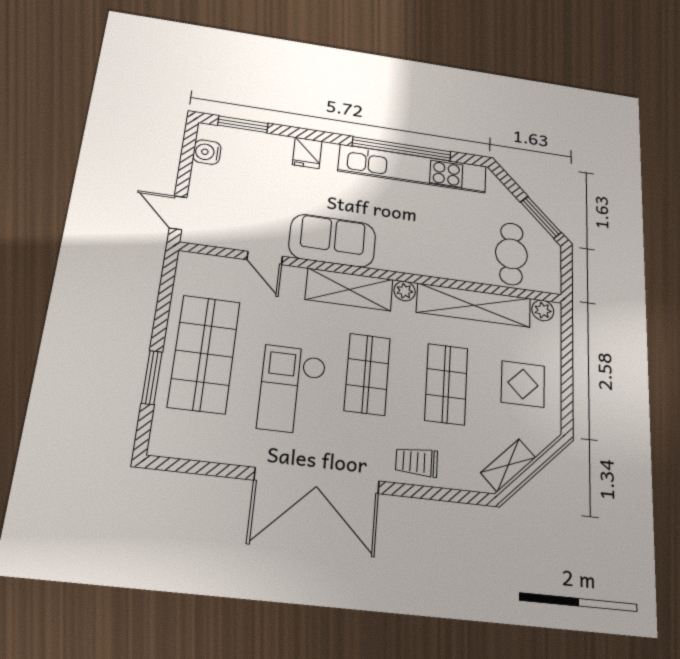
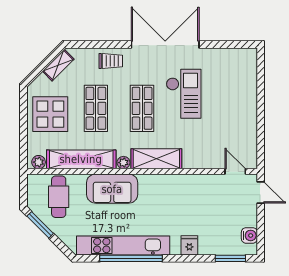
sofa: (332, 241) -> (112, 189), moved
door: (265, 258) -> (235, 171), moved
shop shelf: (204, 354) -> (234, 108), removed
window: (152, 378) -> (261, 91), removed
display table: (523, 384) -> (50, 114), width x1.36, depth x1.36

